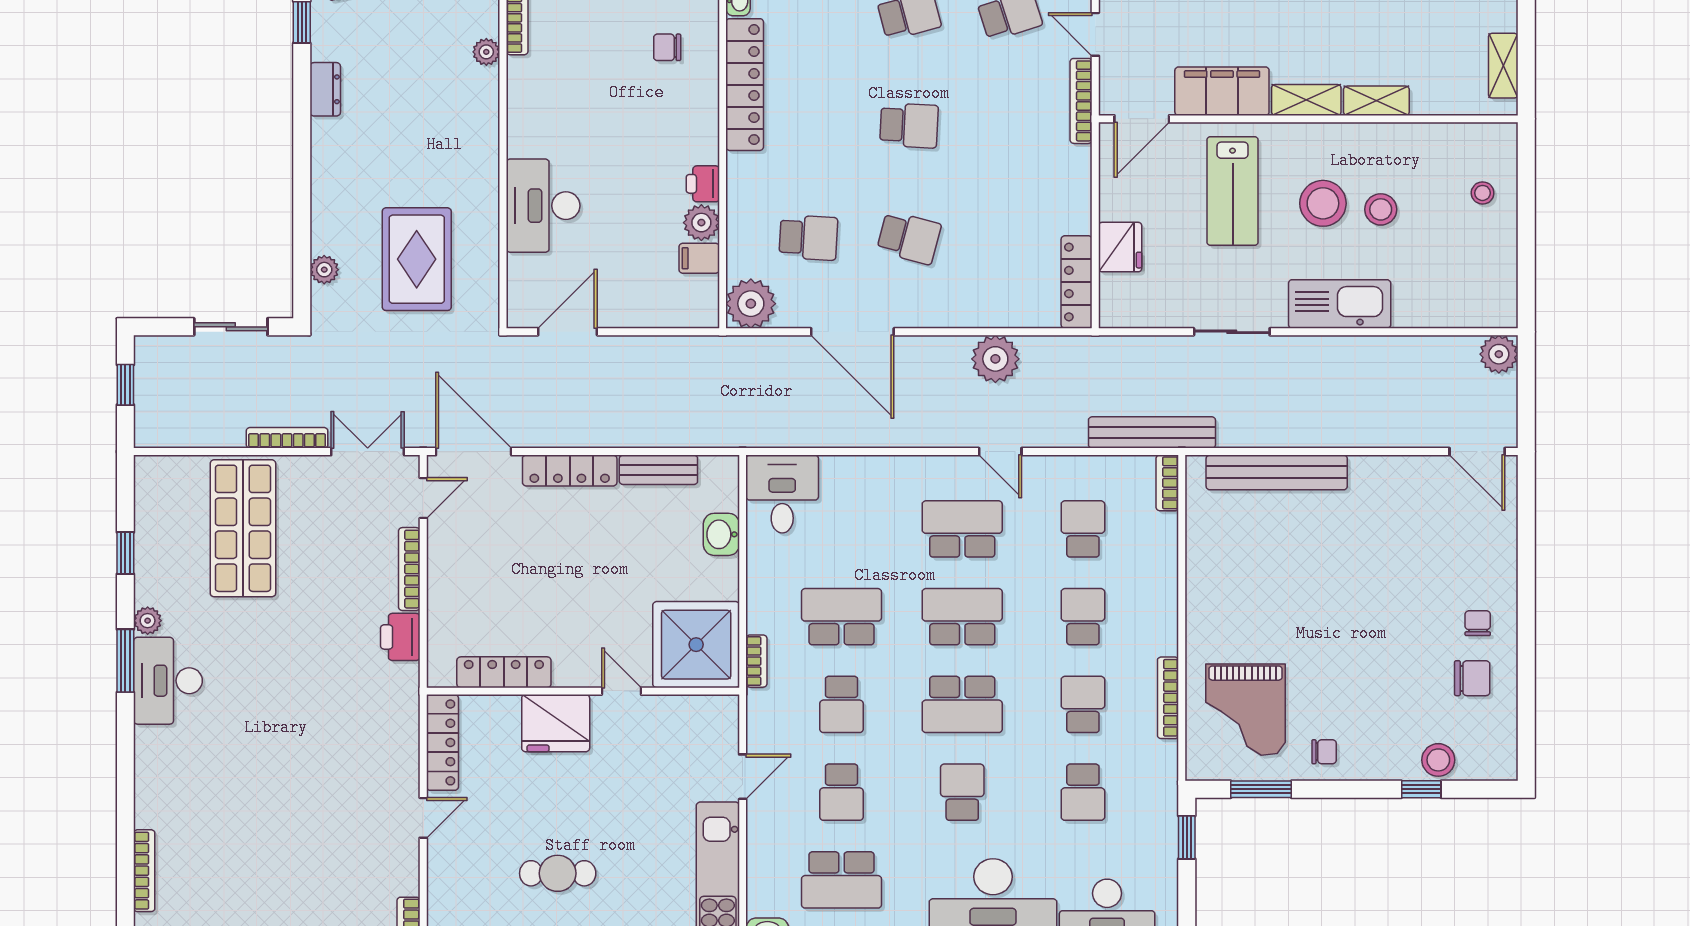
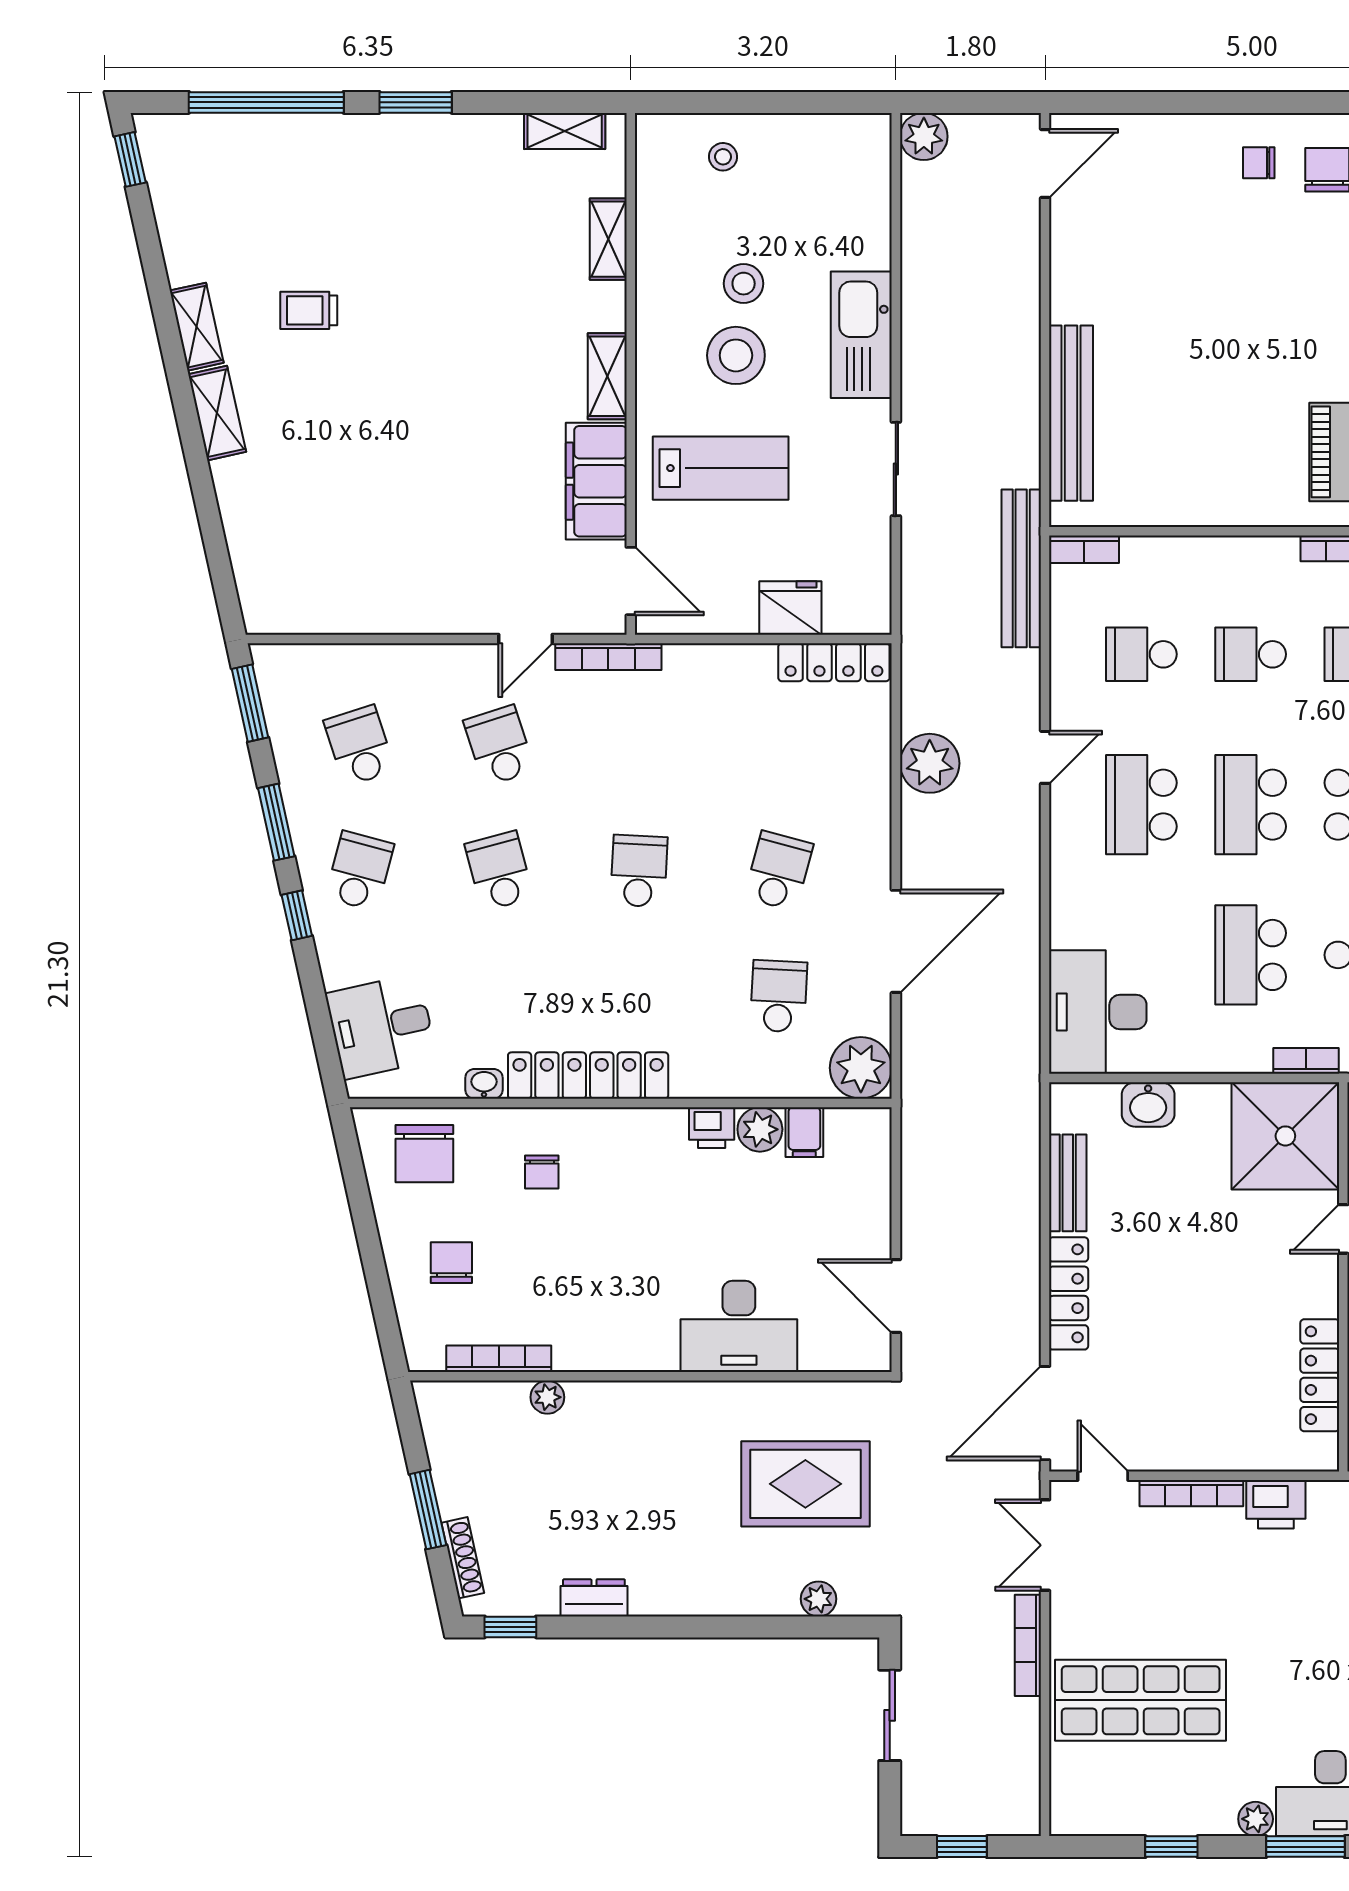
shelving: (1376, 101) -> (608, 239), moved
desk: (782, 494) -> (1098, 1012), width x1.37

